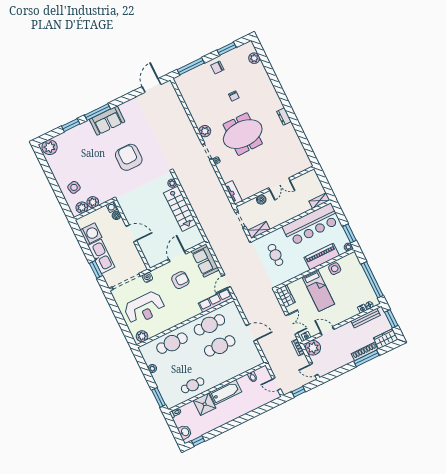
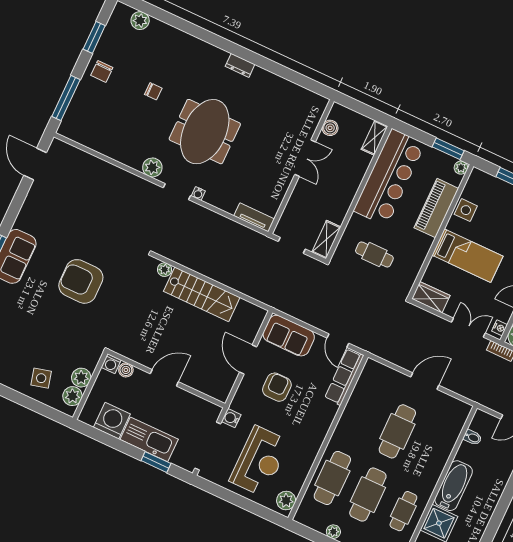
boiler: (261, 200) -> (330, 128), moved
cafe table: (209, 325) -> (368, 495), moved

